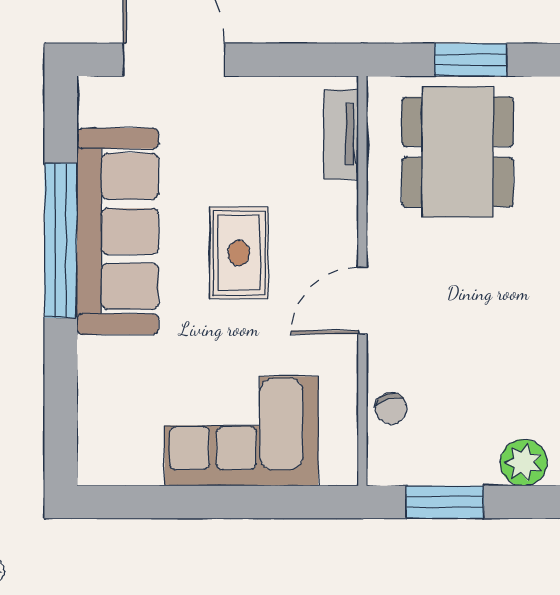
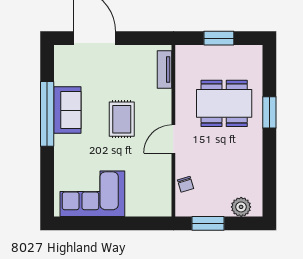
dining table: (458, 152) -> (224, 103), moved, turned 90
sofa: (118, 231) -> (67, 110), width x0.54, depth x0.79
corner sofa: (241, 431) -> (92, 194), moved

